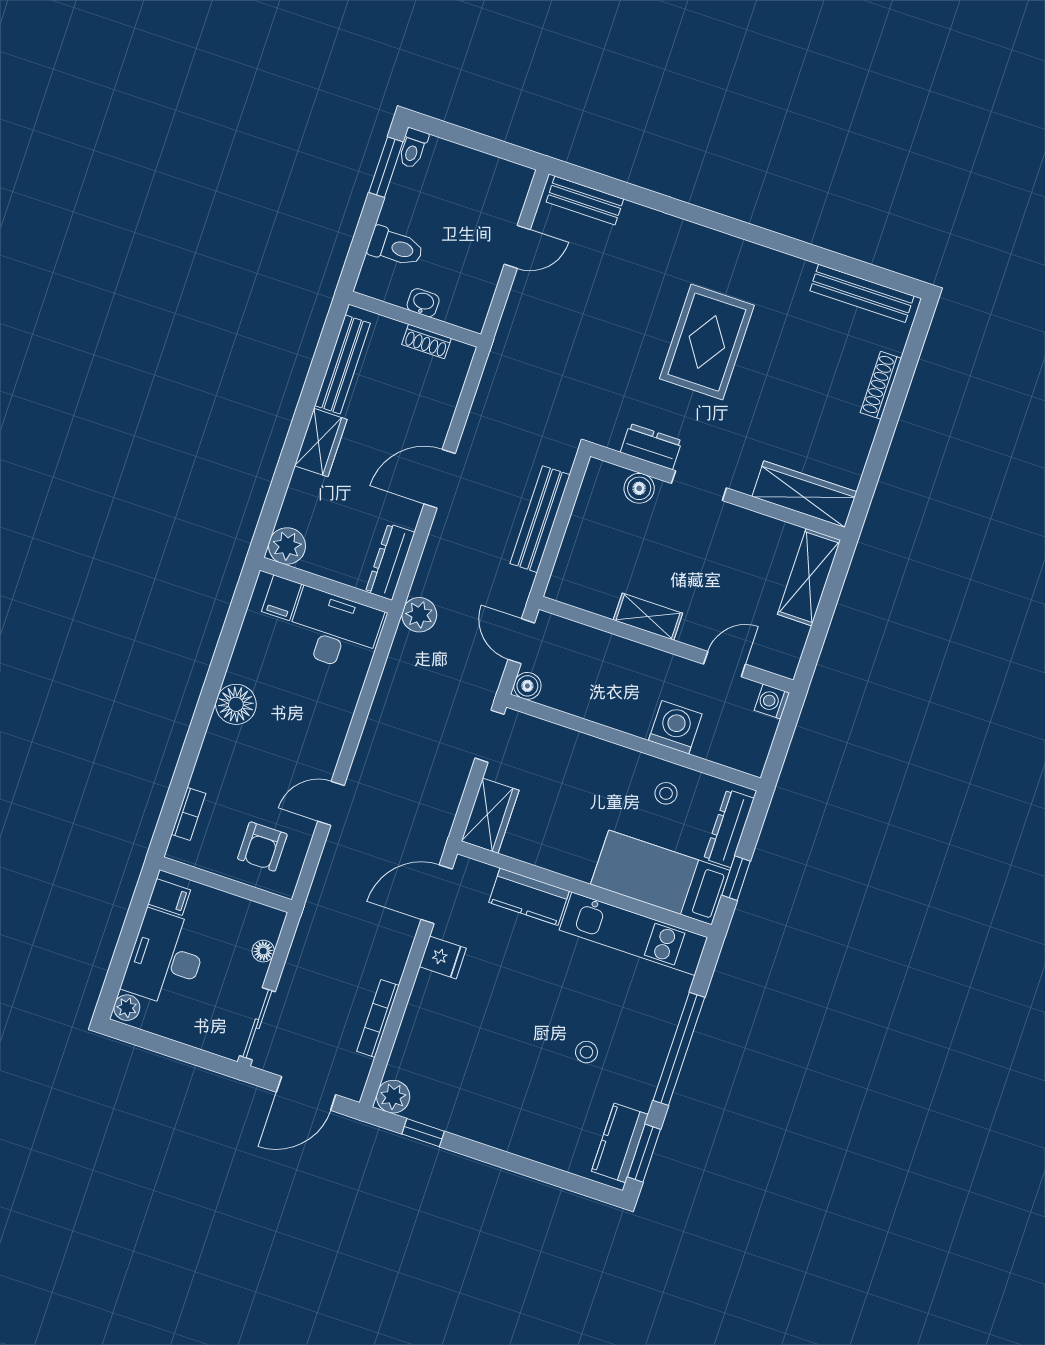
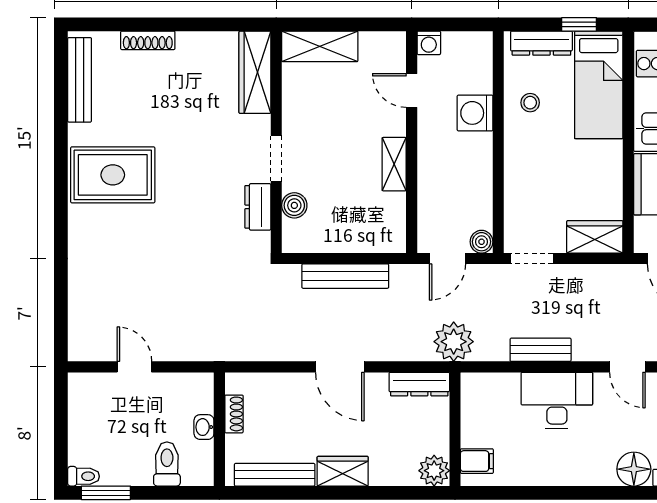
bench: (585, 200) -> (541, 350), moved, turned 90
rug: (707, 342) -> (113, 175), moved
plant: (419, 615) -> (454, 342), width x1.36, depth x1.36
desk: (334, 630) -> (557, 400), moved, turned 90
floor lamp: (236, 704) -> (634, 469), moved

